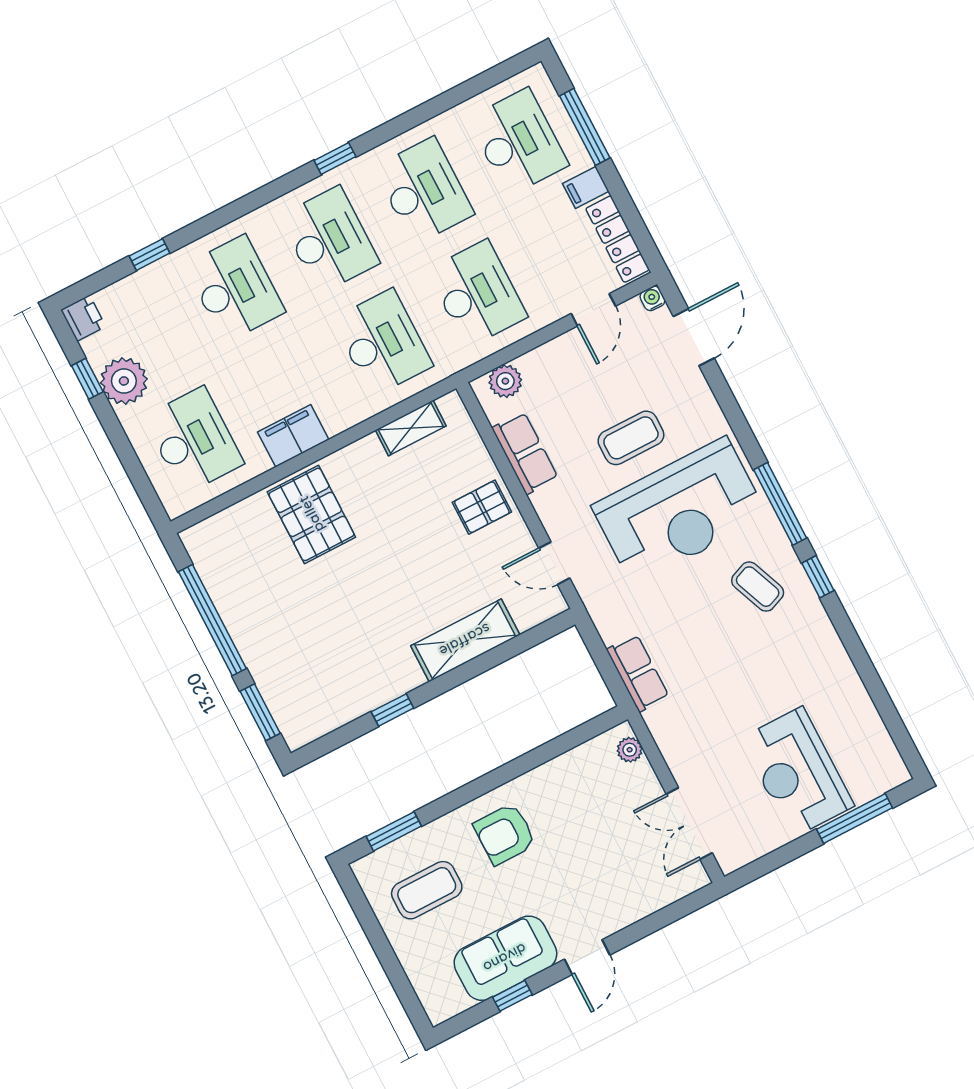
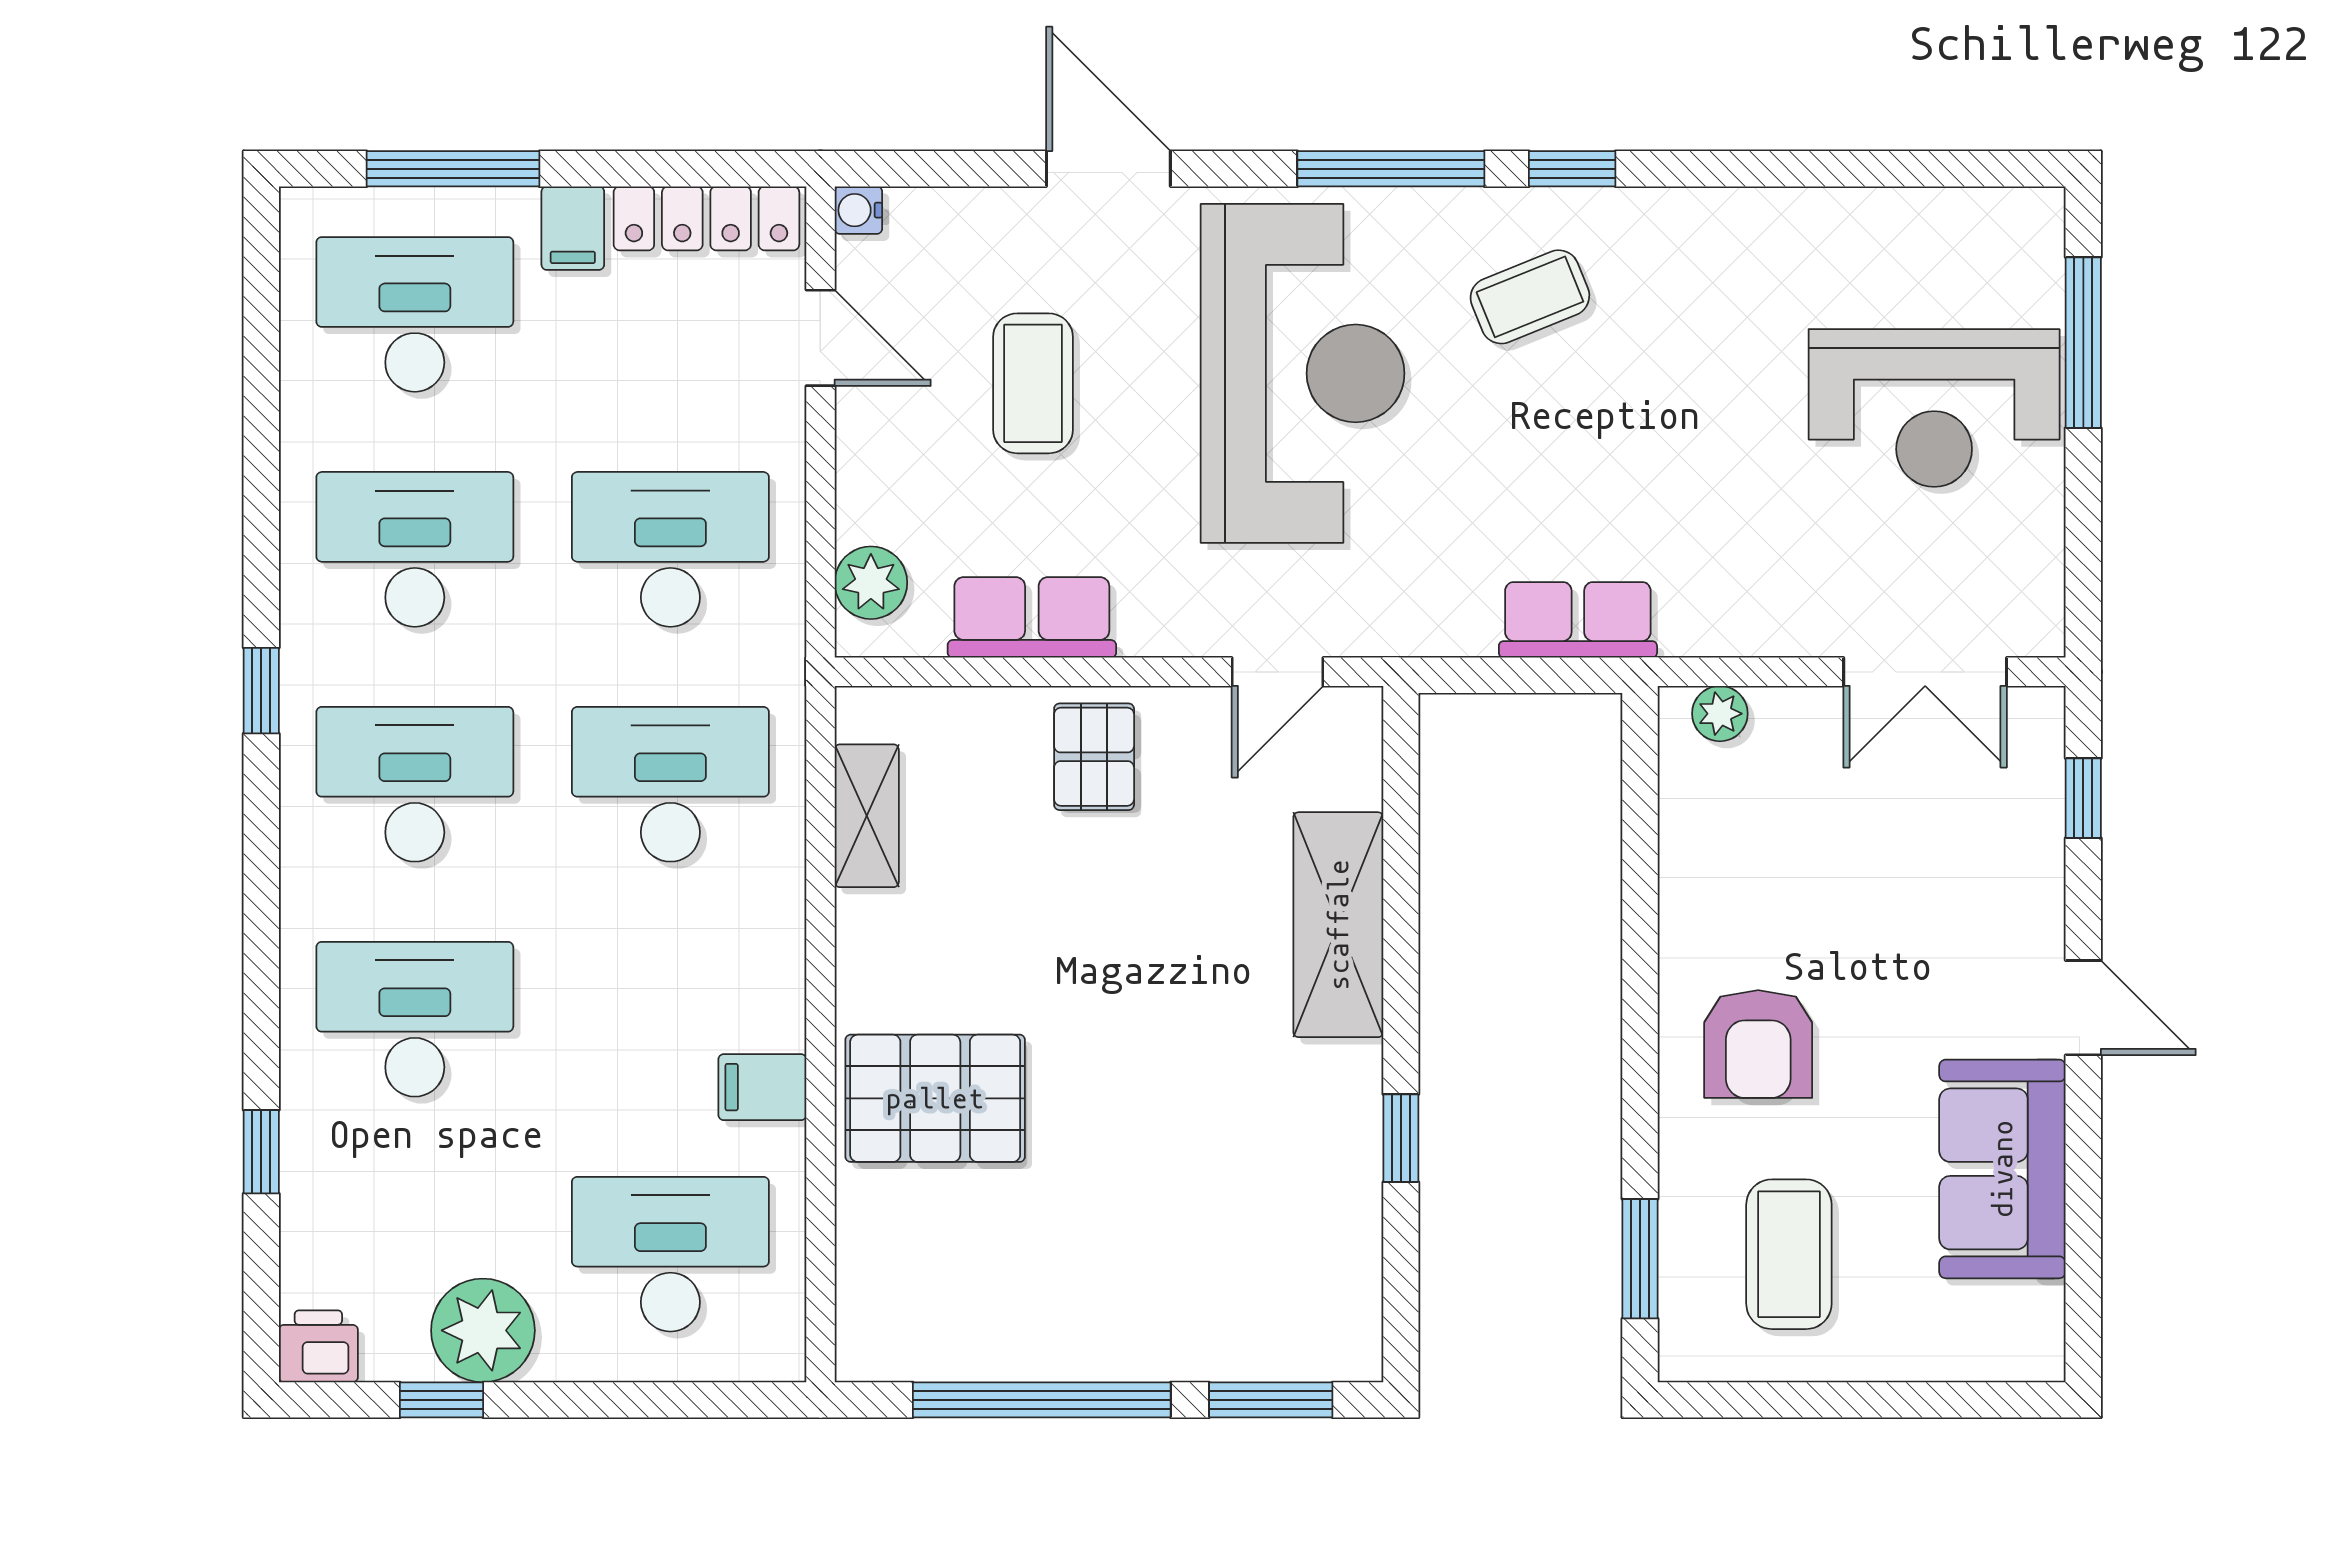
door: (694, 337) -> (1108, 169), moved
filing cabinet: (293, 436) -> (762, 1087), width x0.50
coffee table: (631, 438) -> (1033, 383), moved
window: (512, 996) -> (2083, 798), moved

